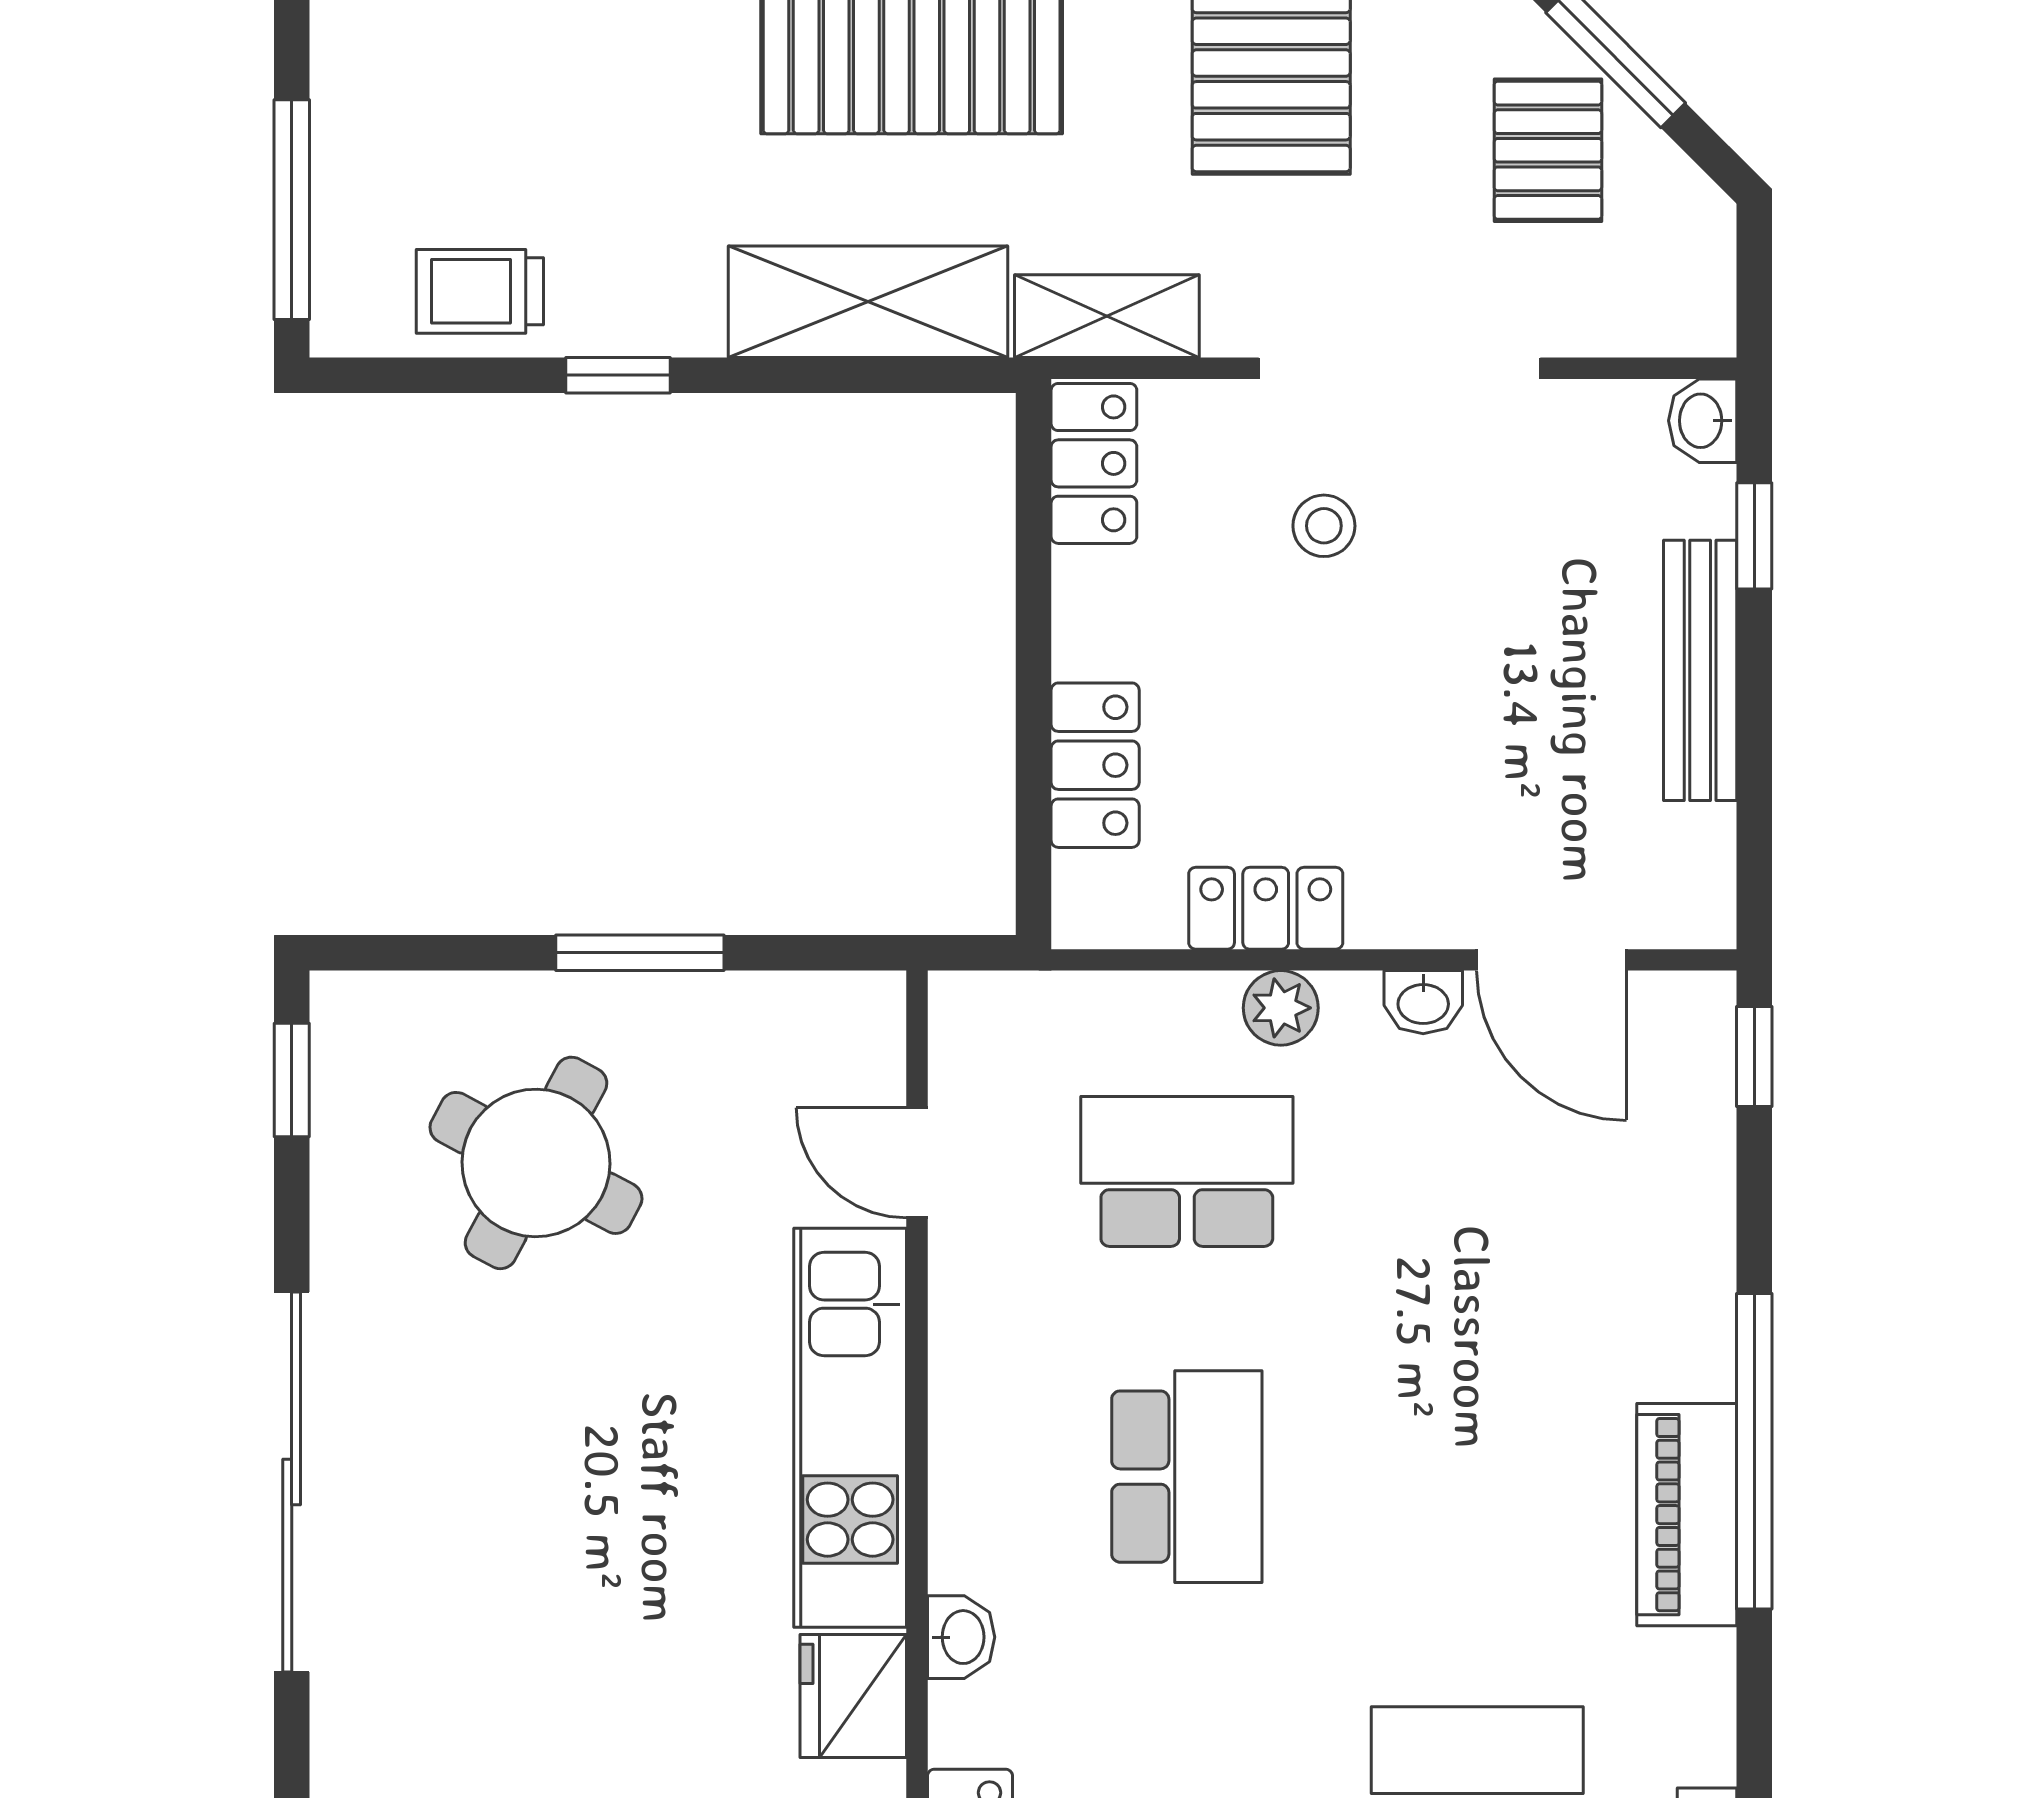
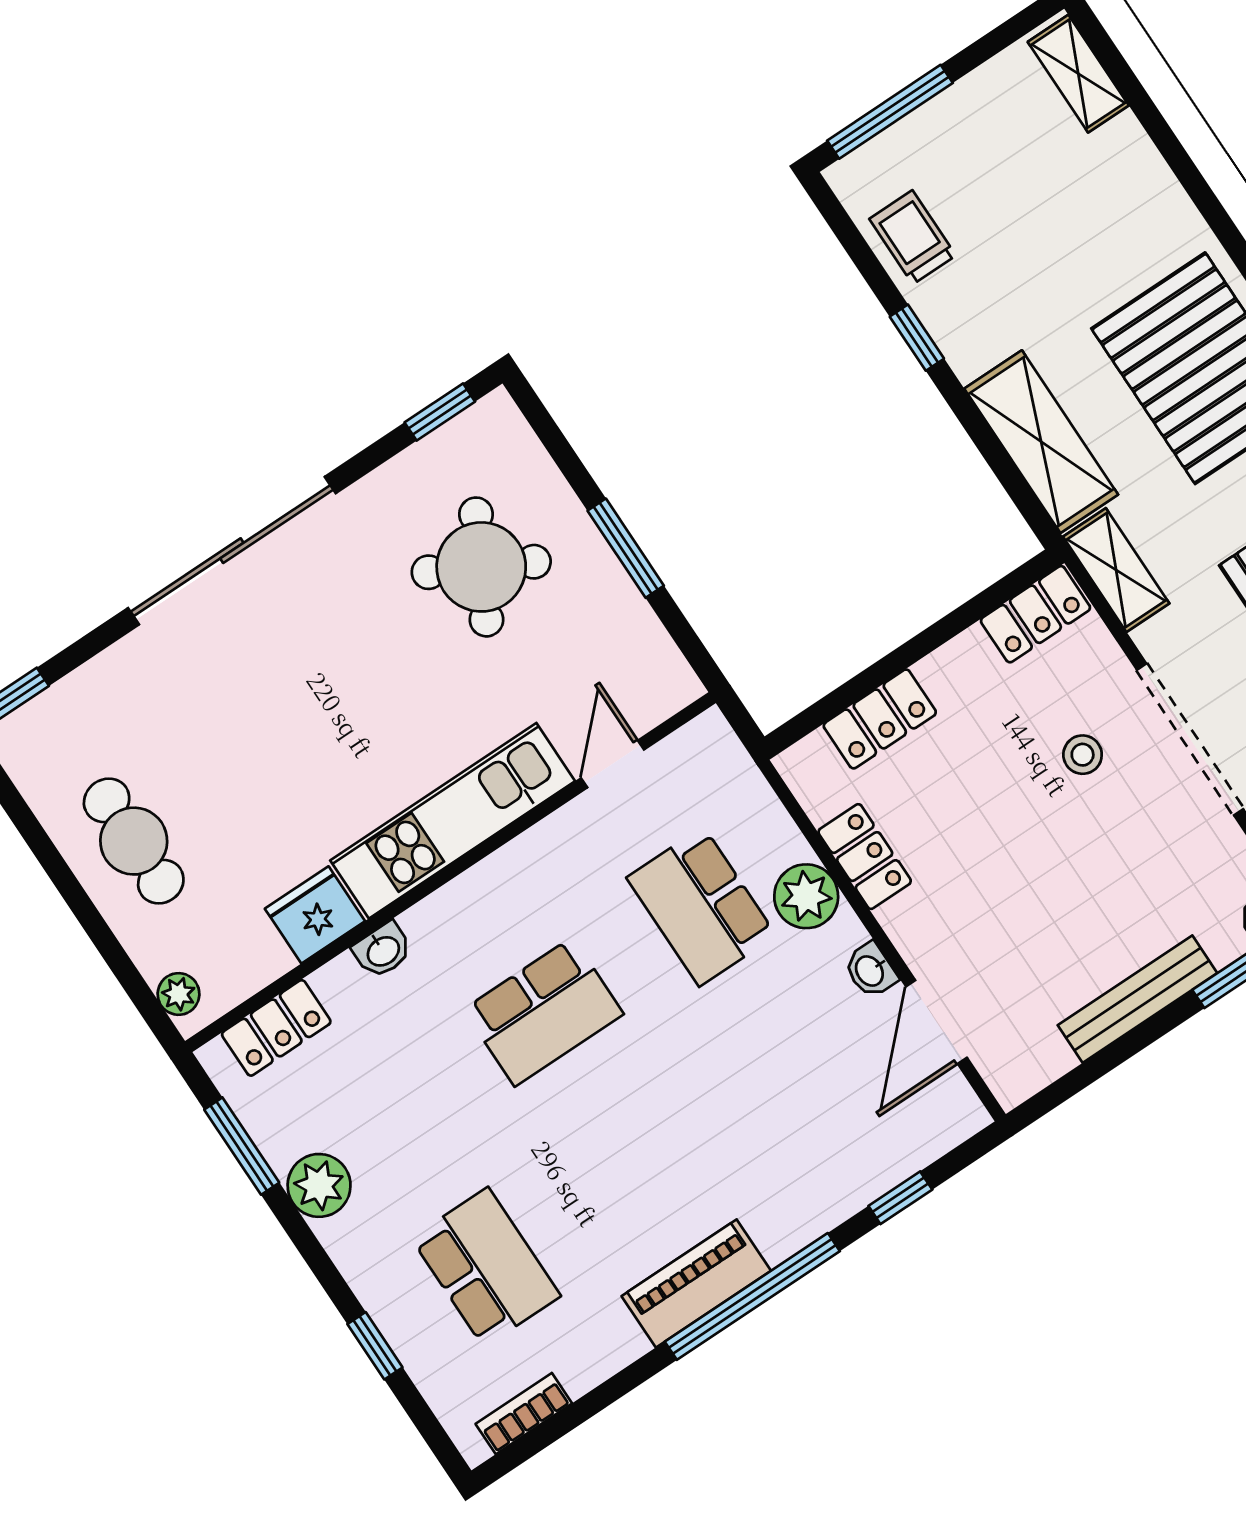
plant: (1281, 1008) -> (806, 896), width x1.38, depth x1.38
window: (1754, 1057) -> (900, 1198), moved
school desk: (1187, 1171) -> (701, 907), turned 180

